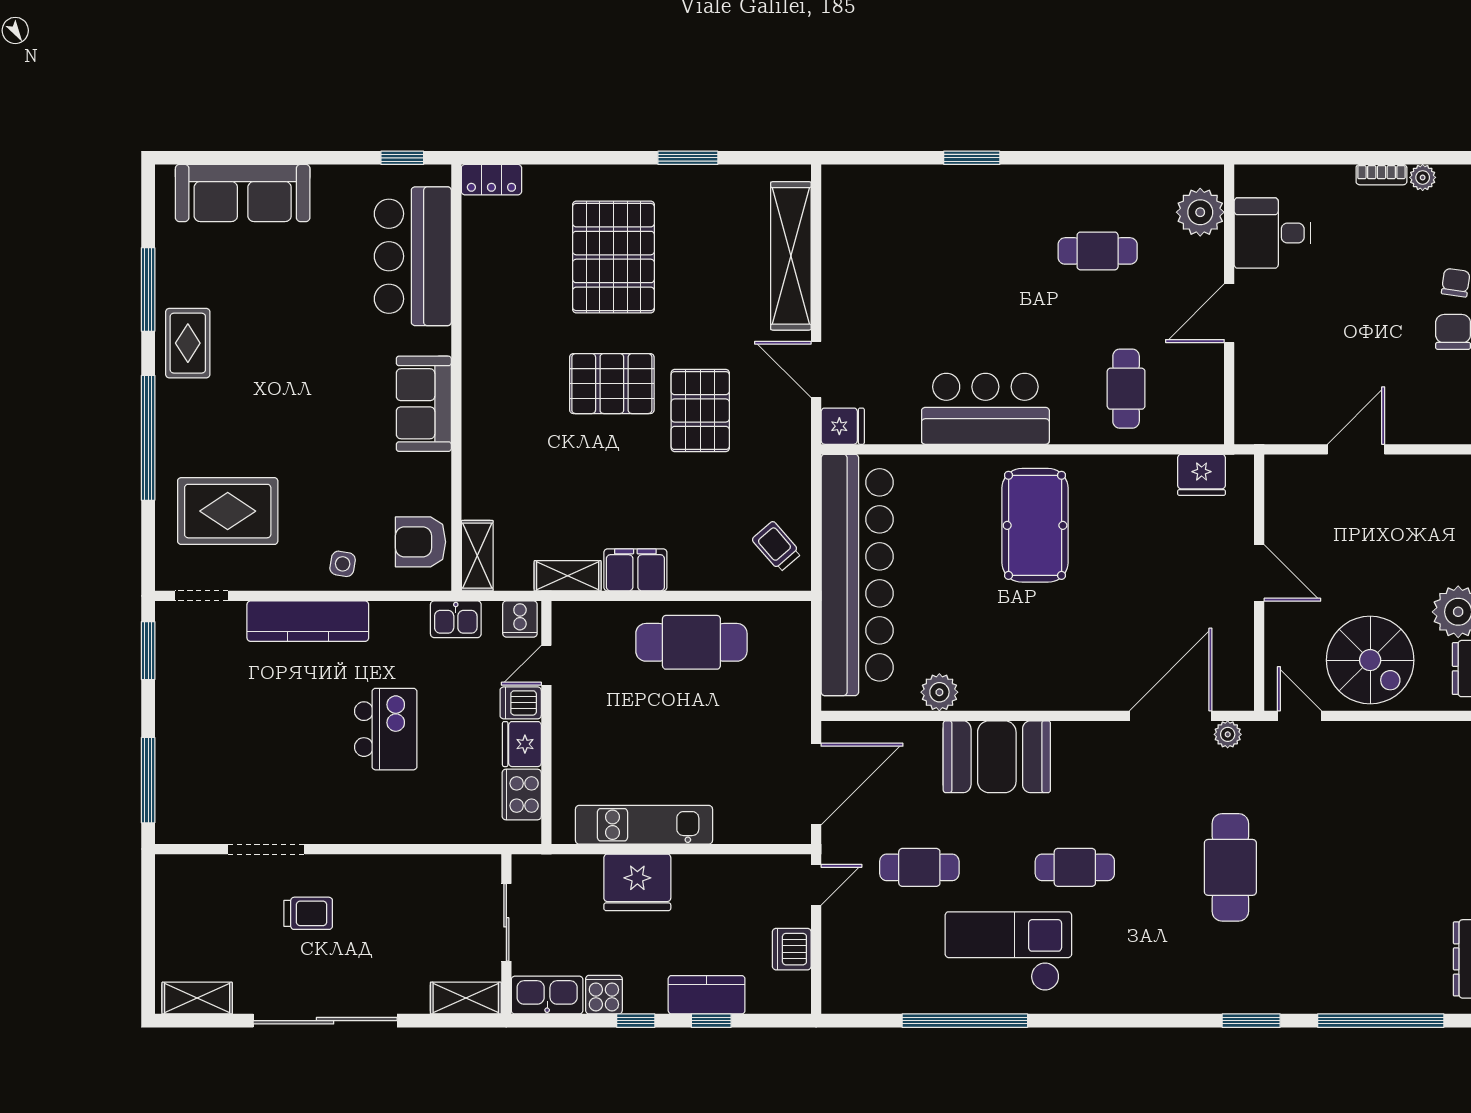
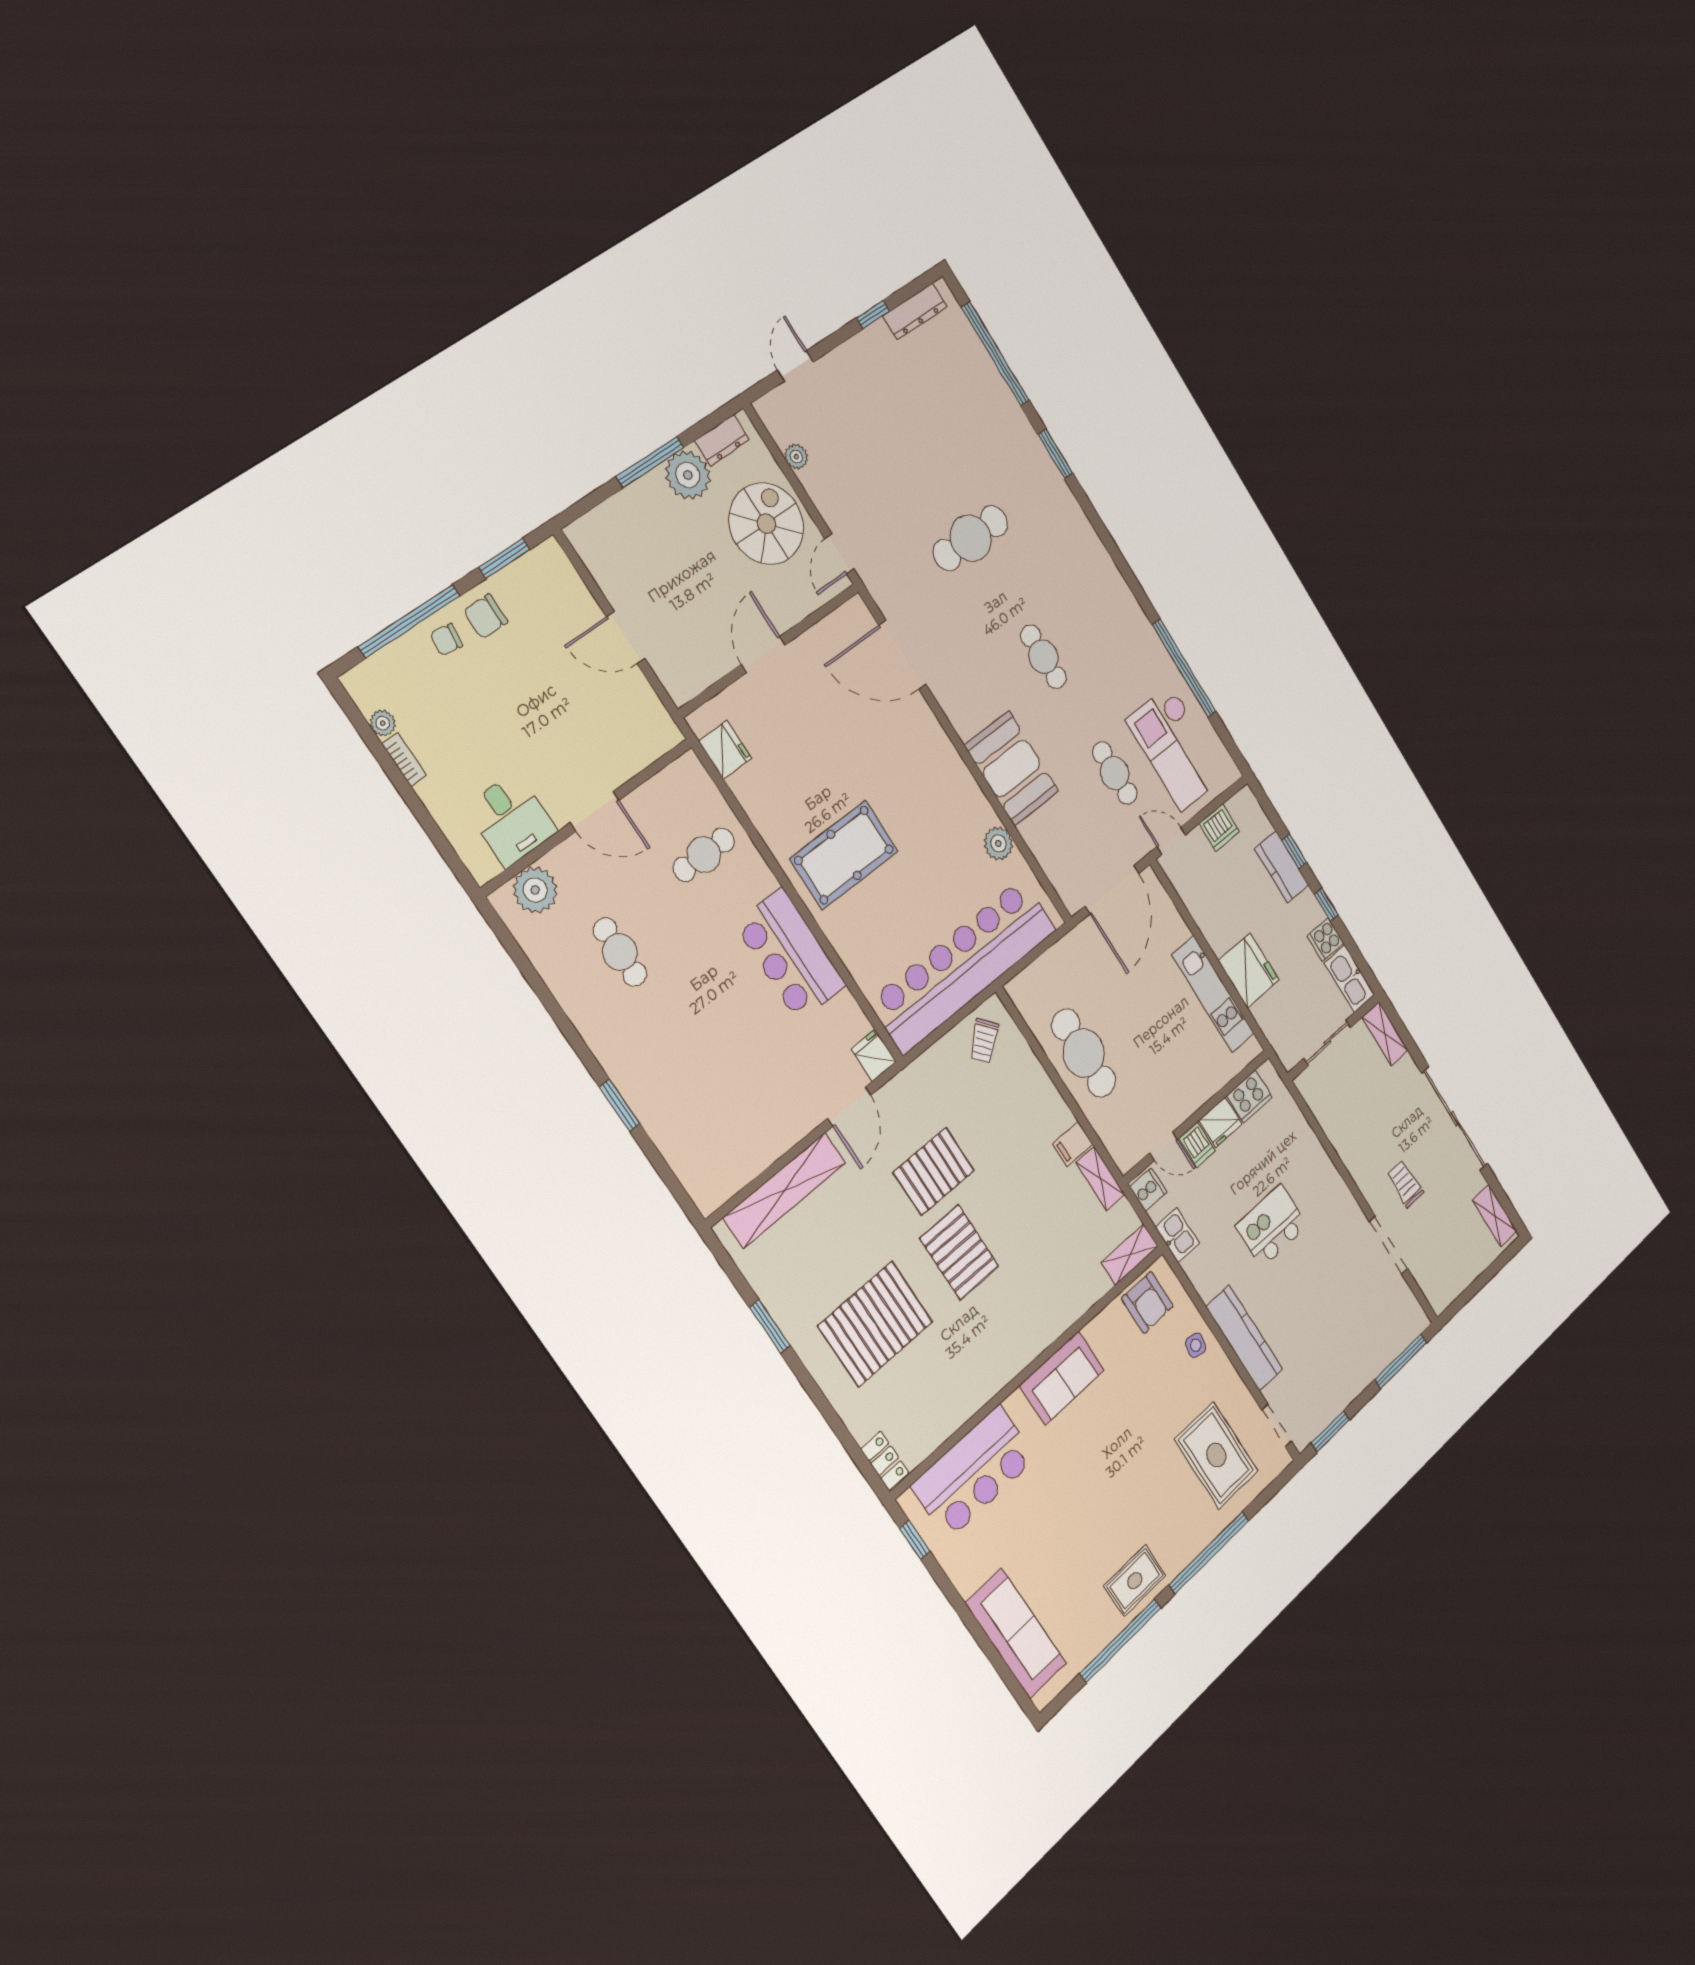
window: (148, 289) -> (1121, 1641), width x1.46
filing cabinet: (635, 570) -> (1073, 1144), width x0.50
plant: (1228, 734) -> (796, 457), moved
door: (816, 784) -> (1112, 890), swing flipped
checkout: (1008, 951) -> (1176, 748), moved

